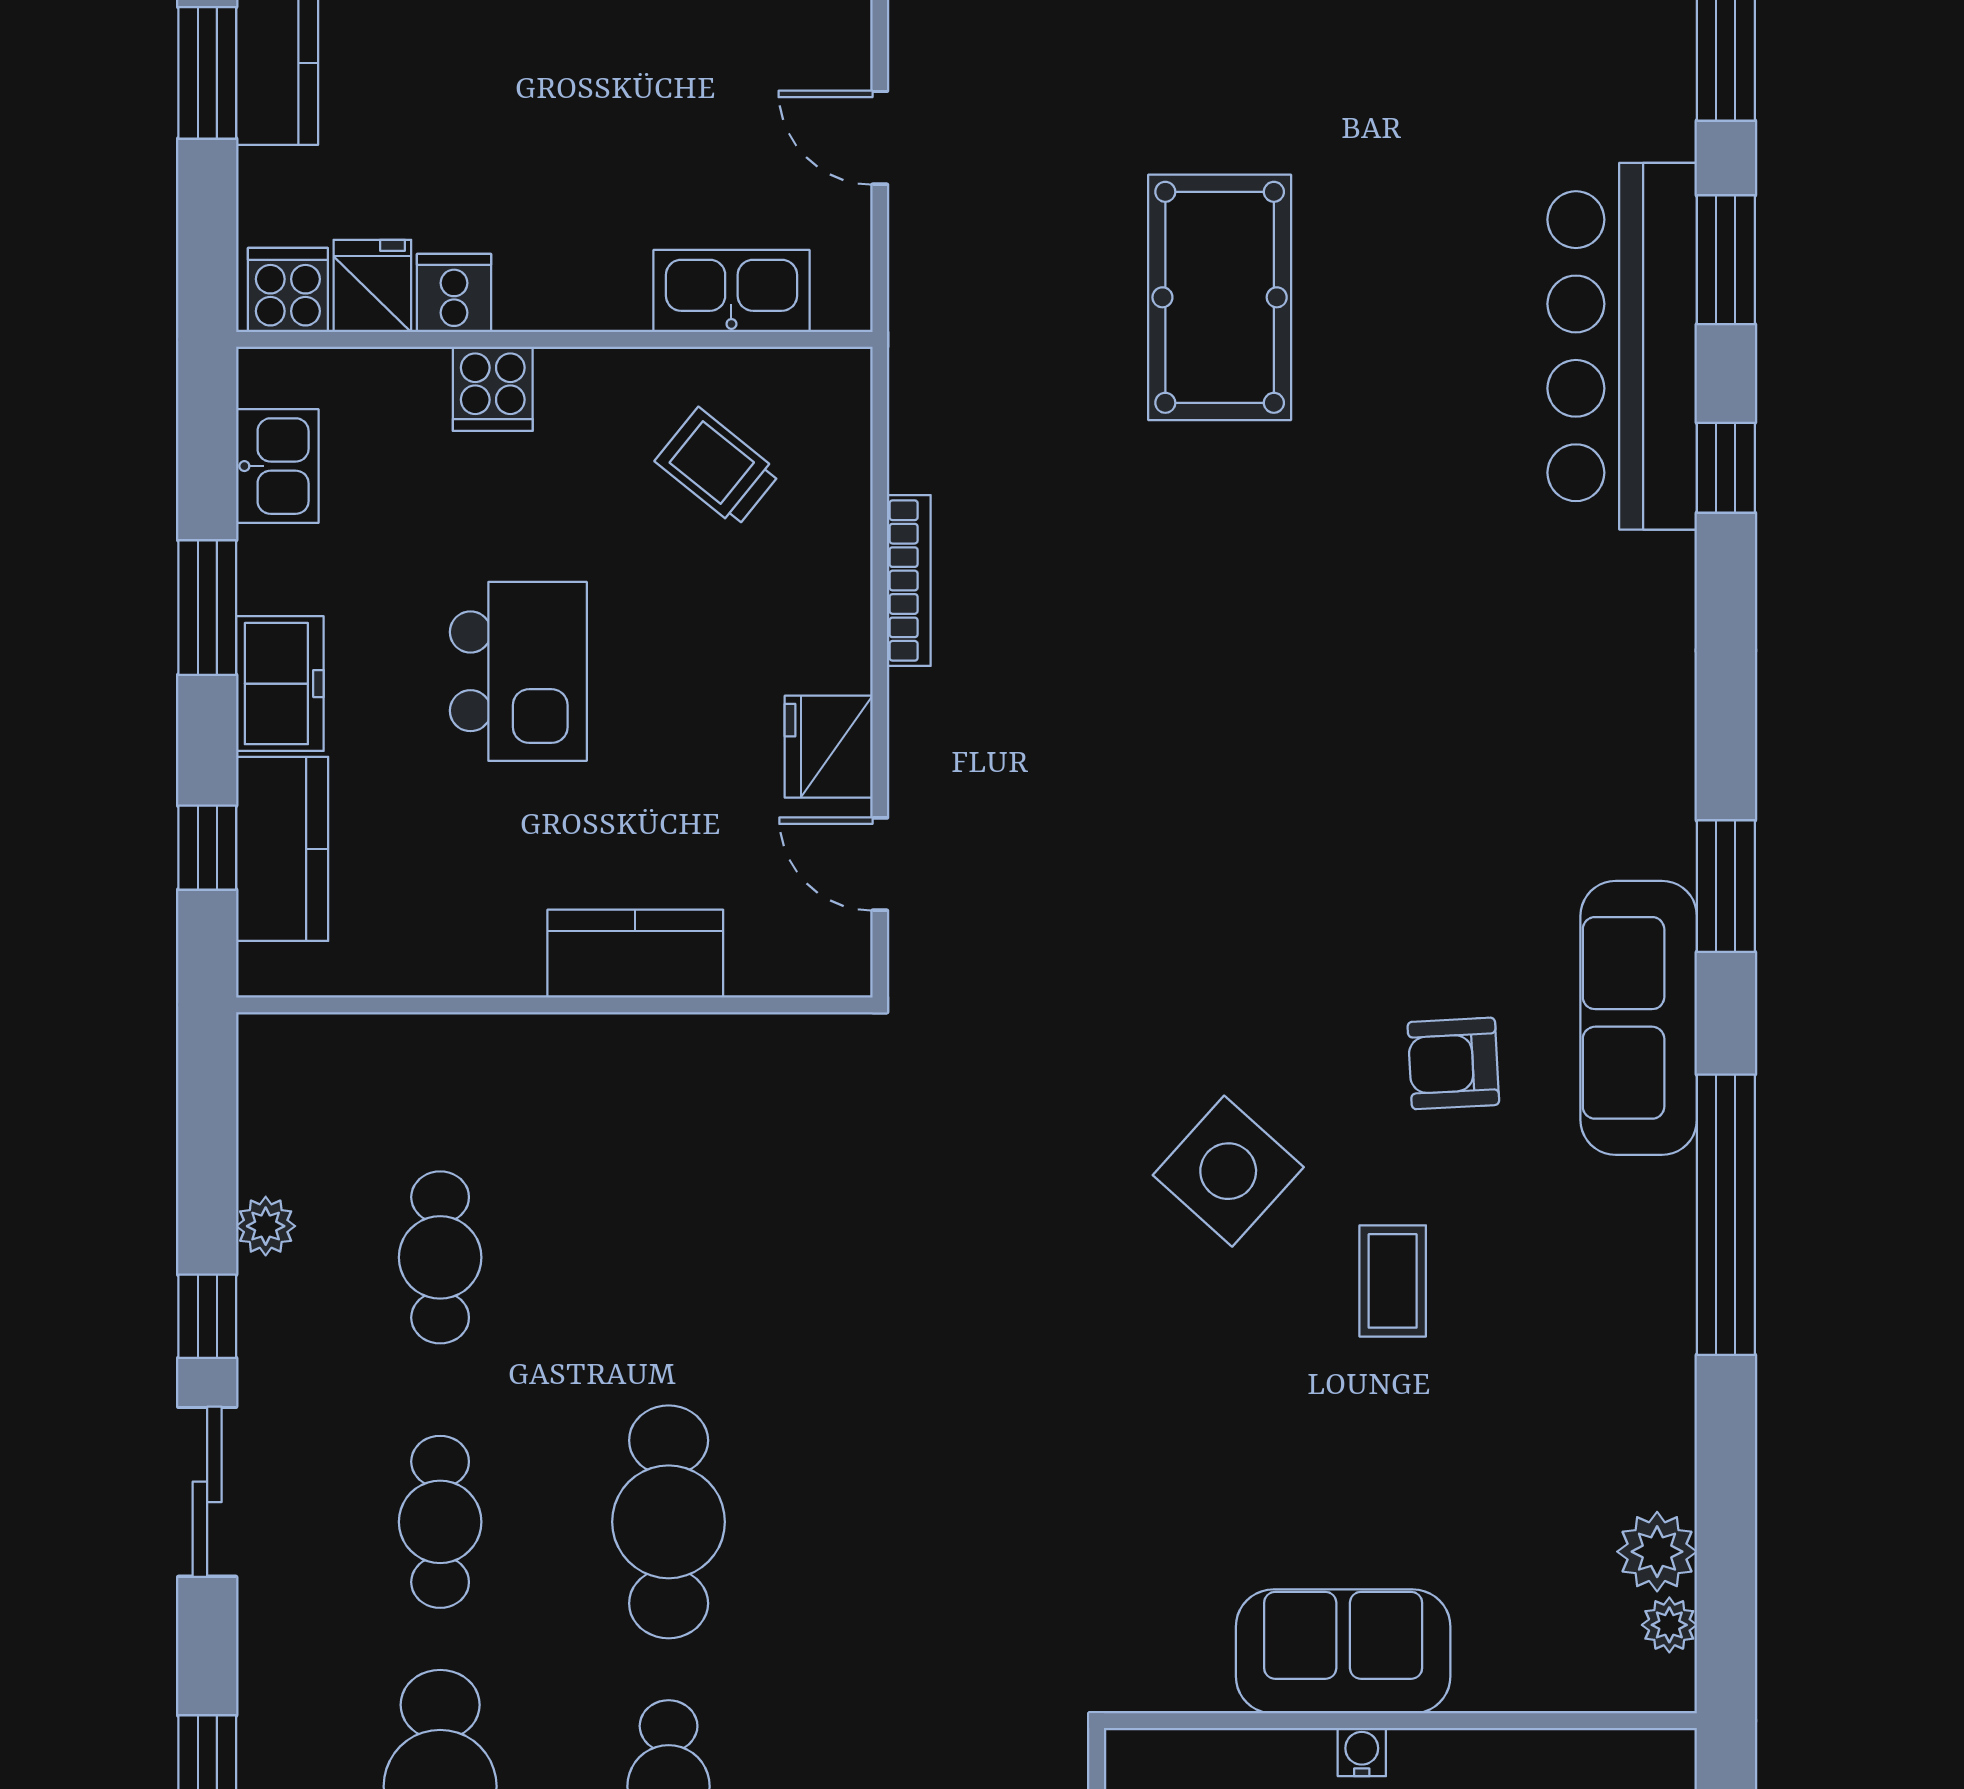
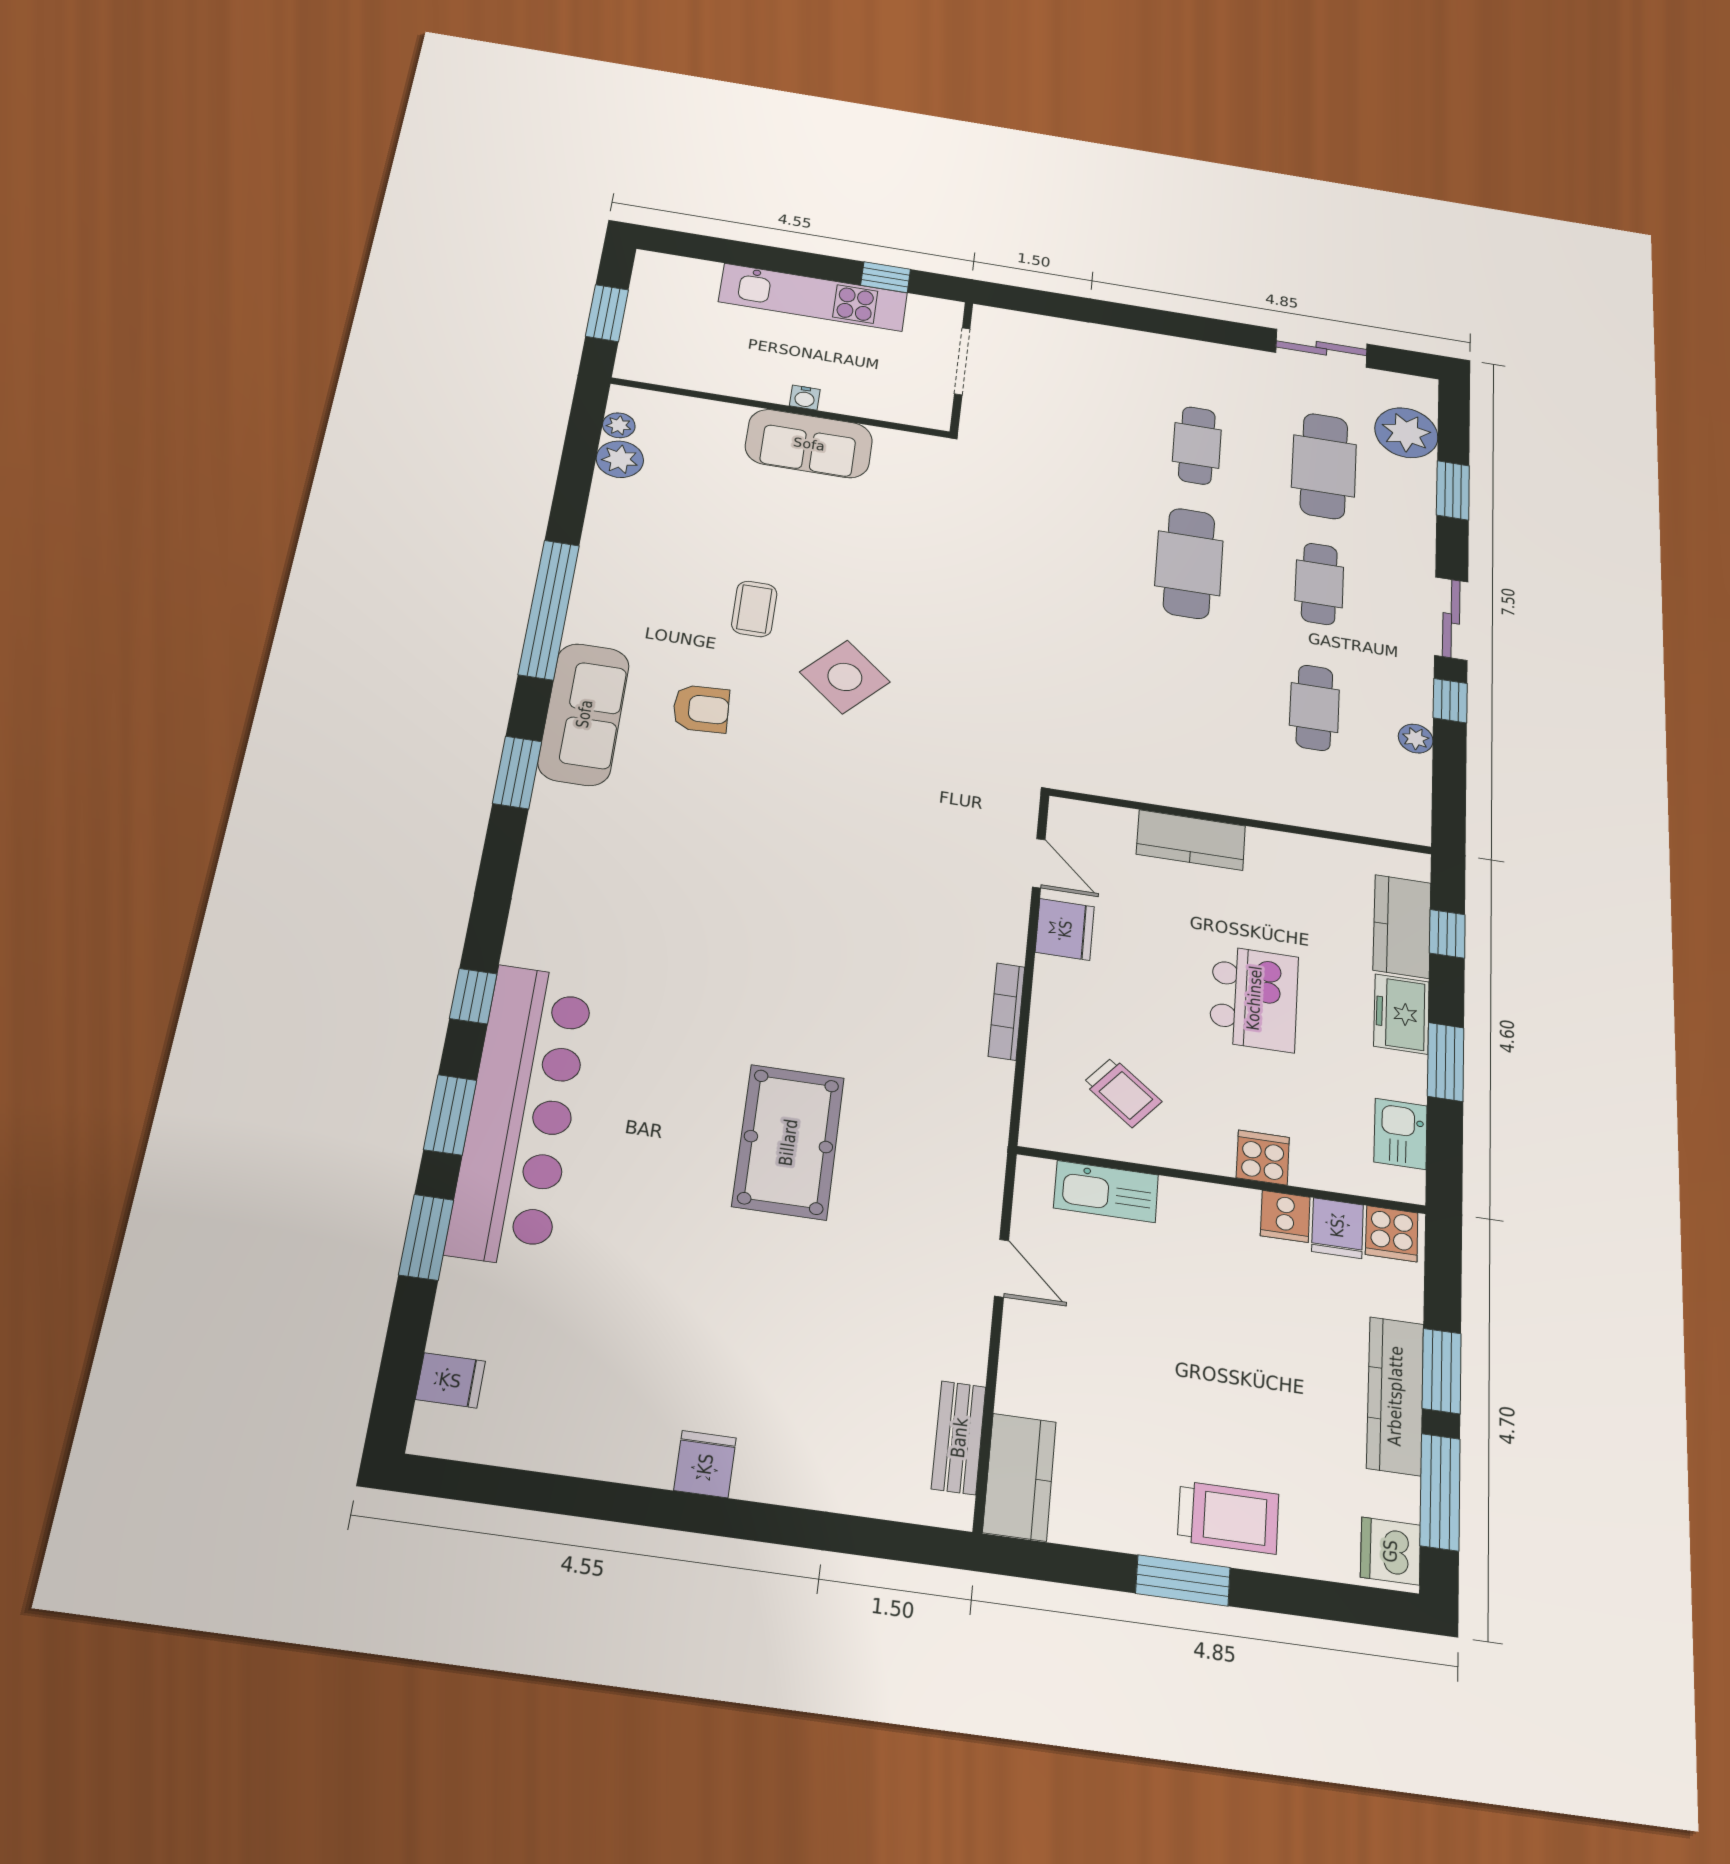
bar counter: (1622, 346) -> (521, 1113), width x1.36
kitchen island: (518, 671) -> (1254, 998), turned 180

